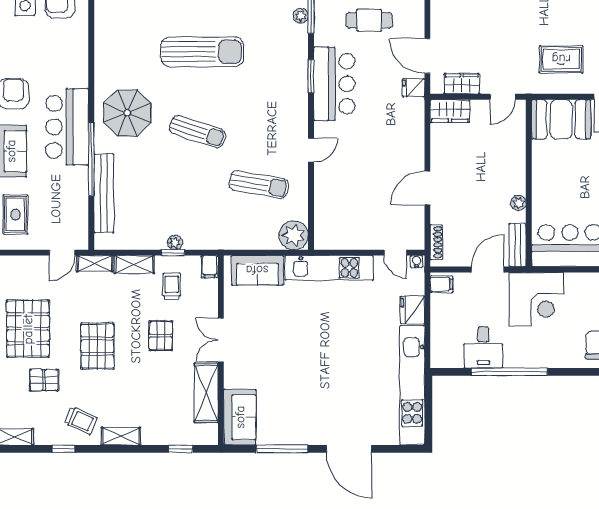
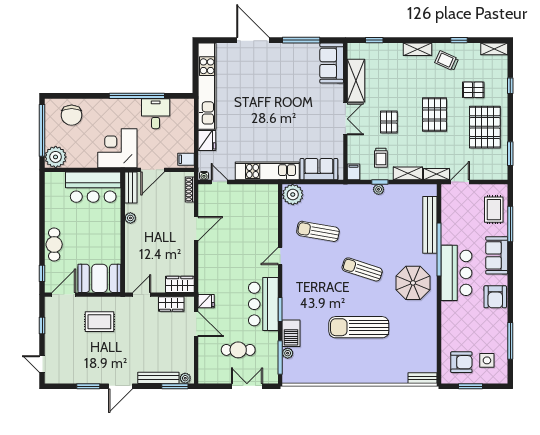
barbecue: (296, 43) -> (291, 333), added

